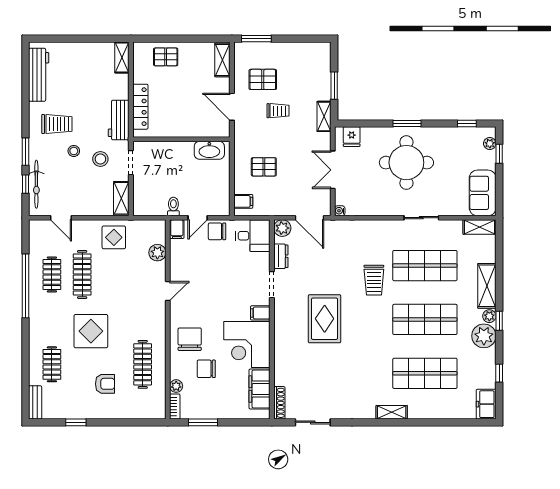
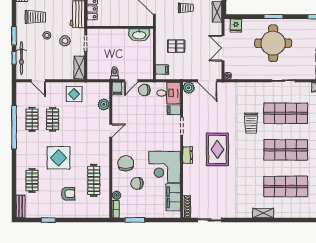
dresser: (281, 256) -> (188, 155), moved
clothes rail: (82, 274) -> (53, 119), width x0.73
filing cabinet: (260, 313) -> (174, 110), moved

